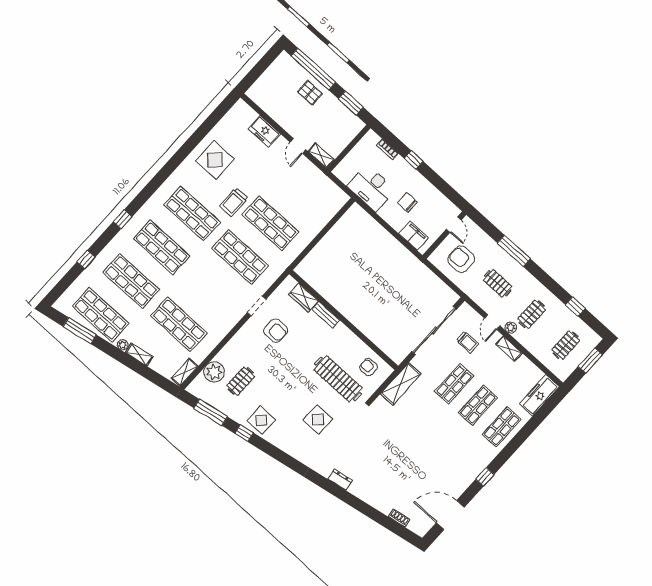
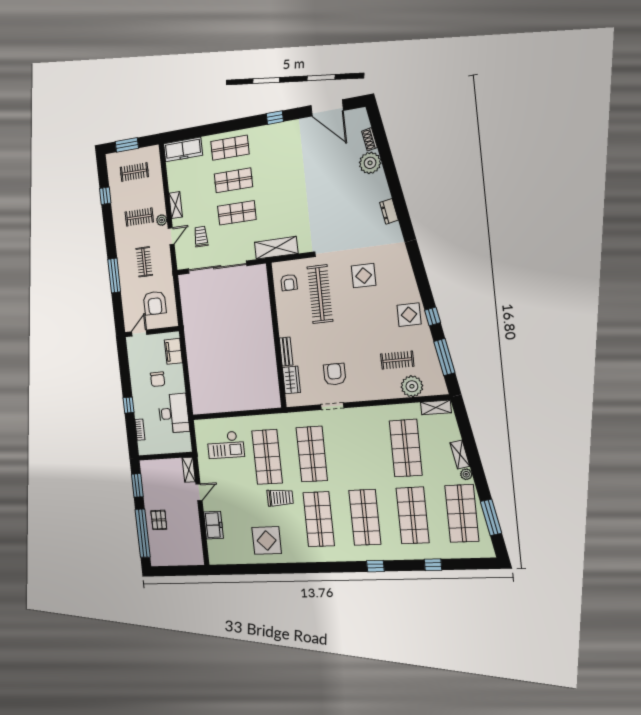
checkout: (310, 202) -> (226, 445), added
plant: (384, 502) -> (370, 163), added

